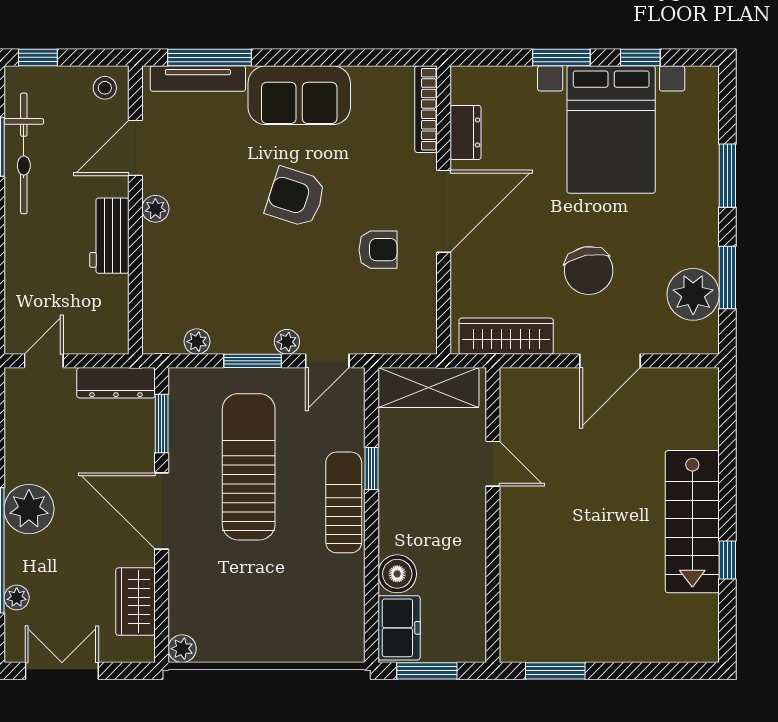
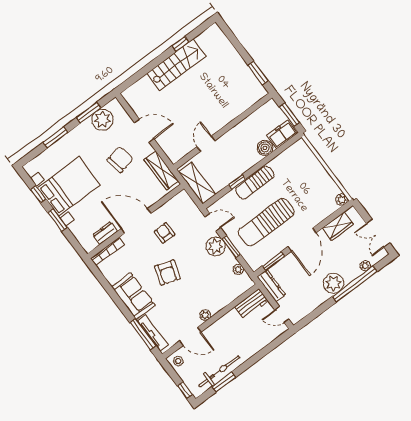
workbench: (109, 236) -> (251, 304), moved
plant: (287, 342) -> (216, 246), width x1.88, depth x1.88

